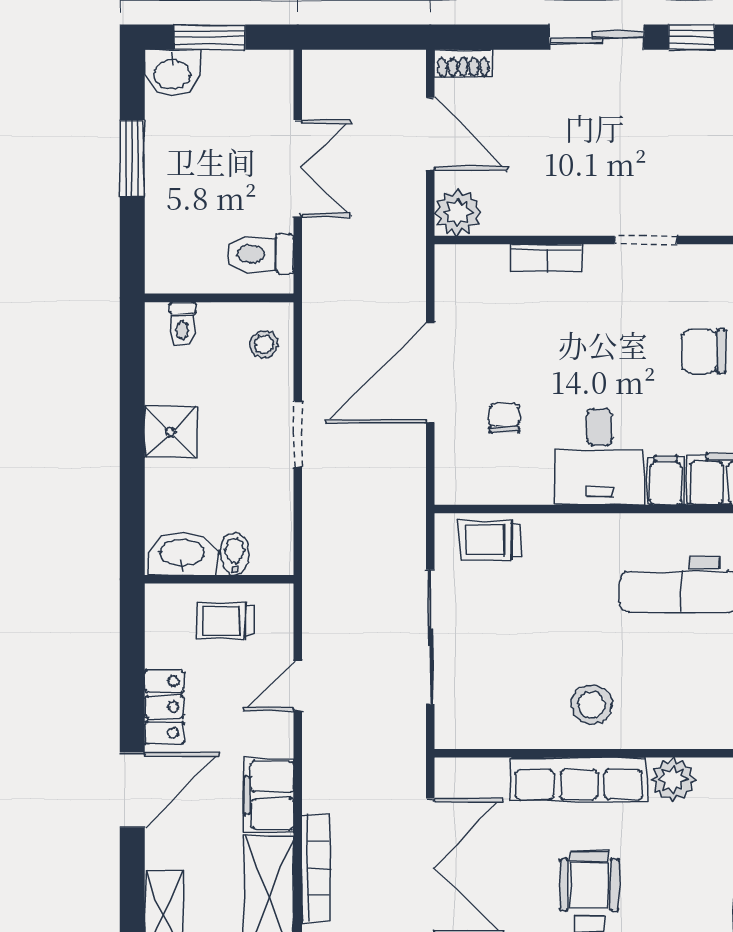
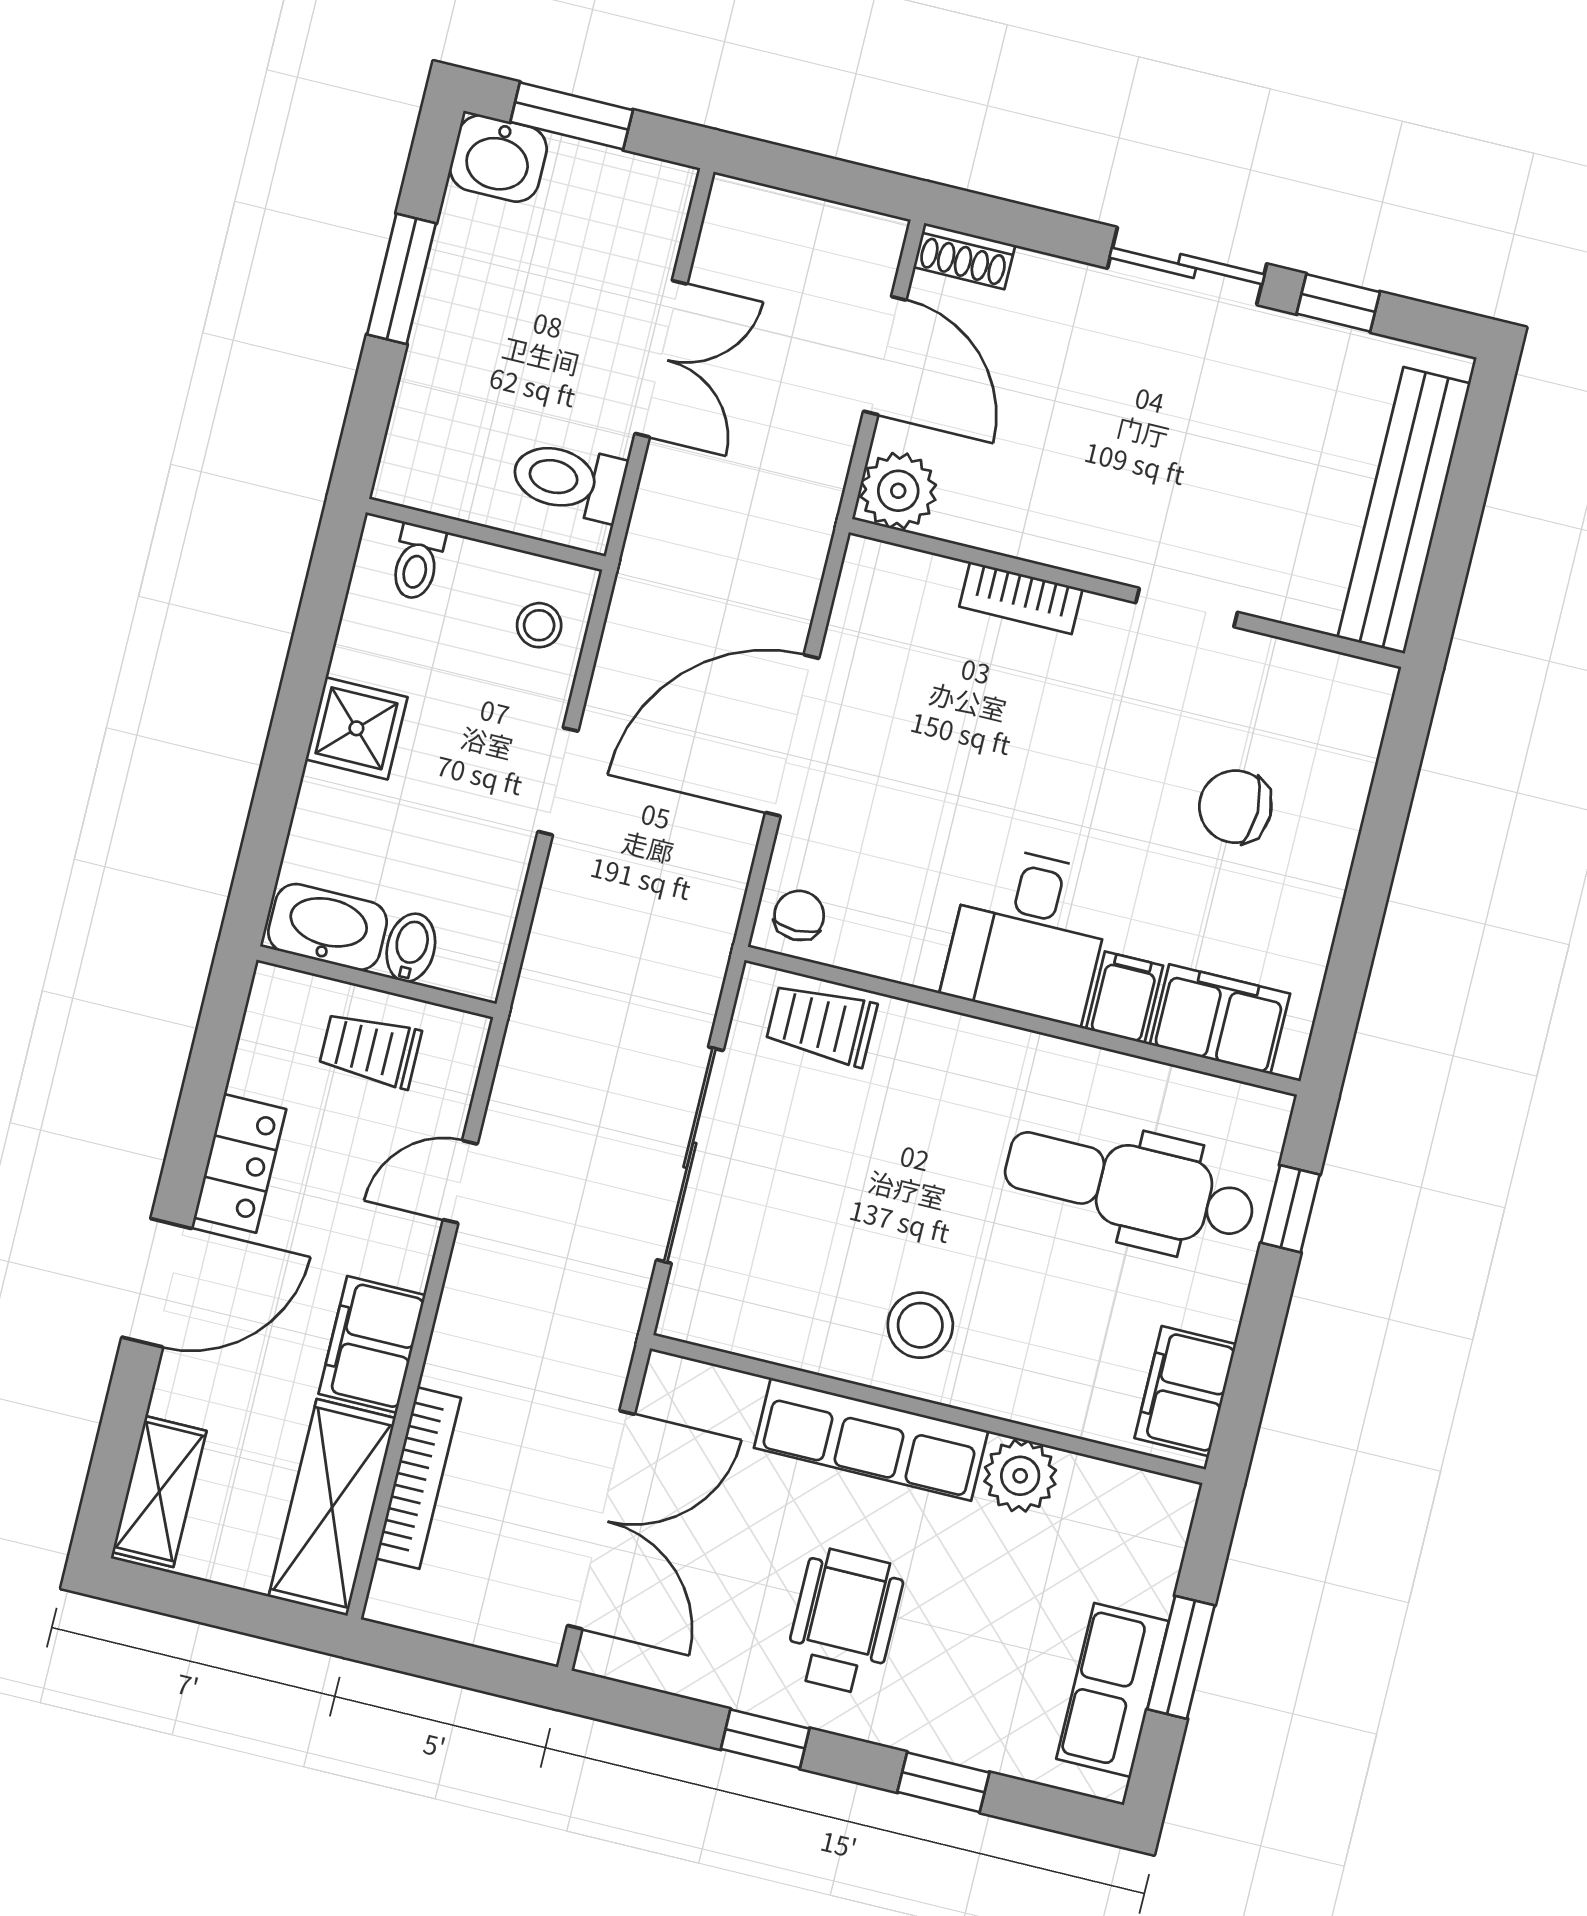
chair: (504, 418) -> (799, 915), moved

